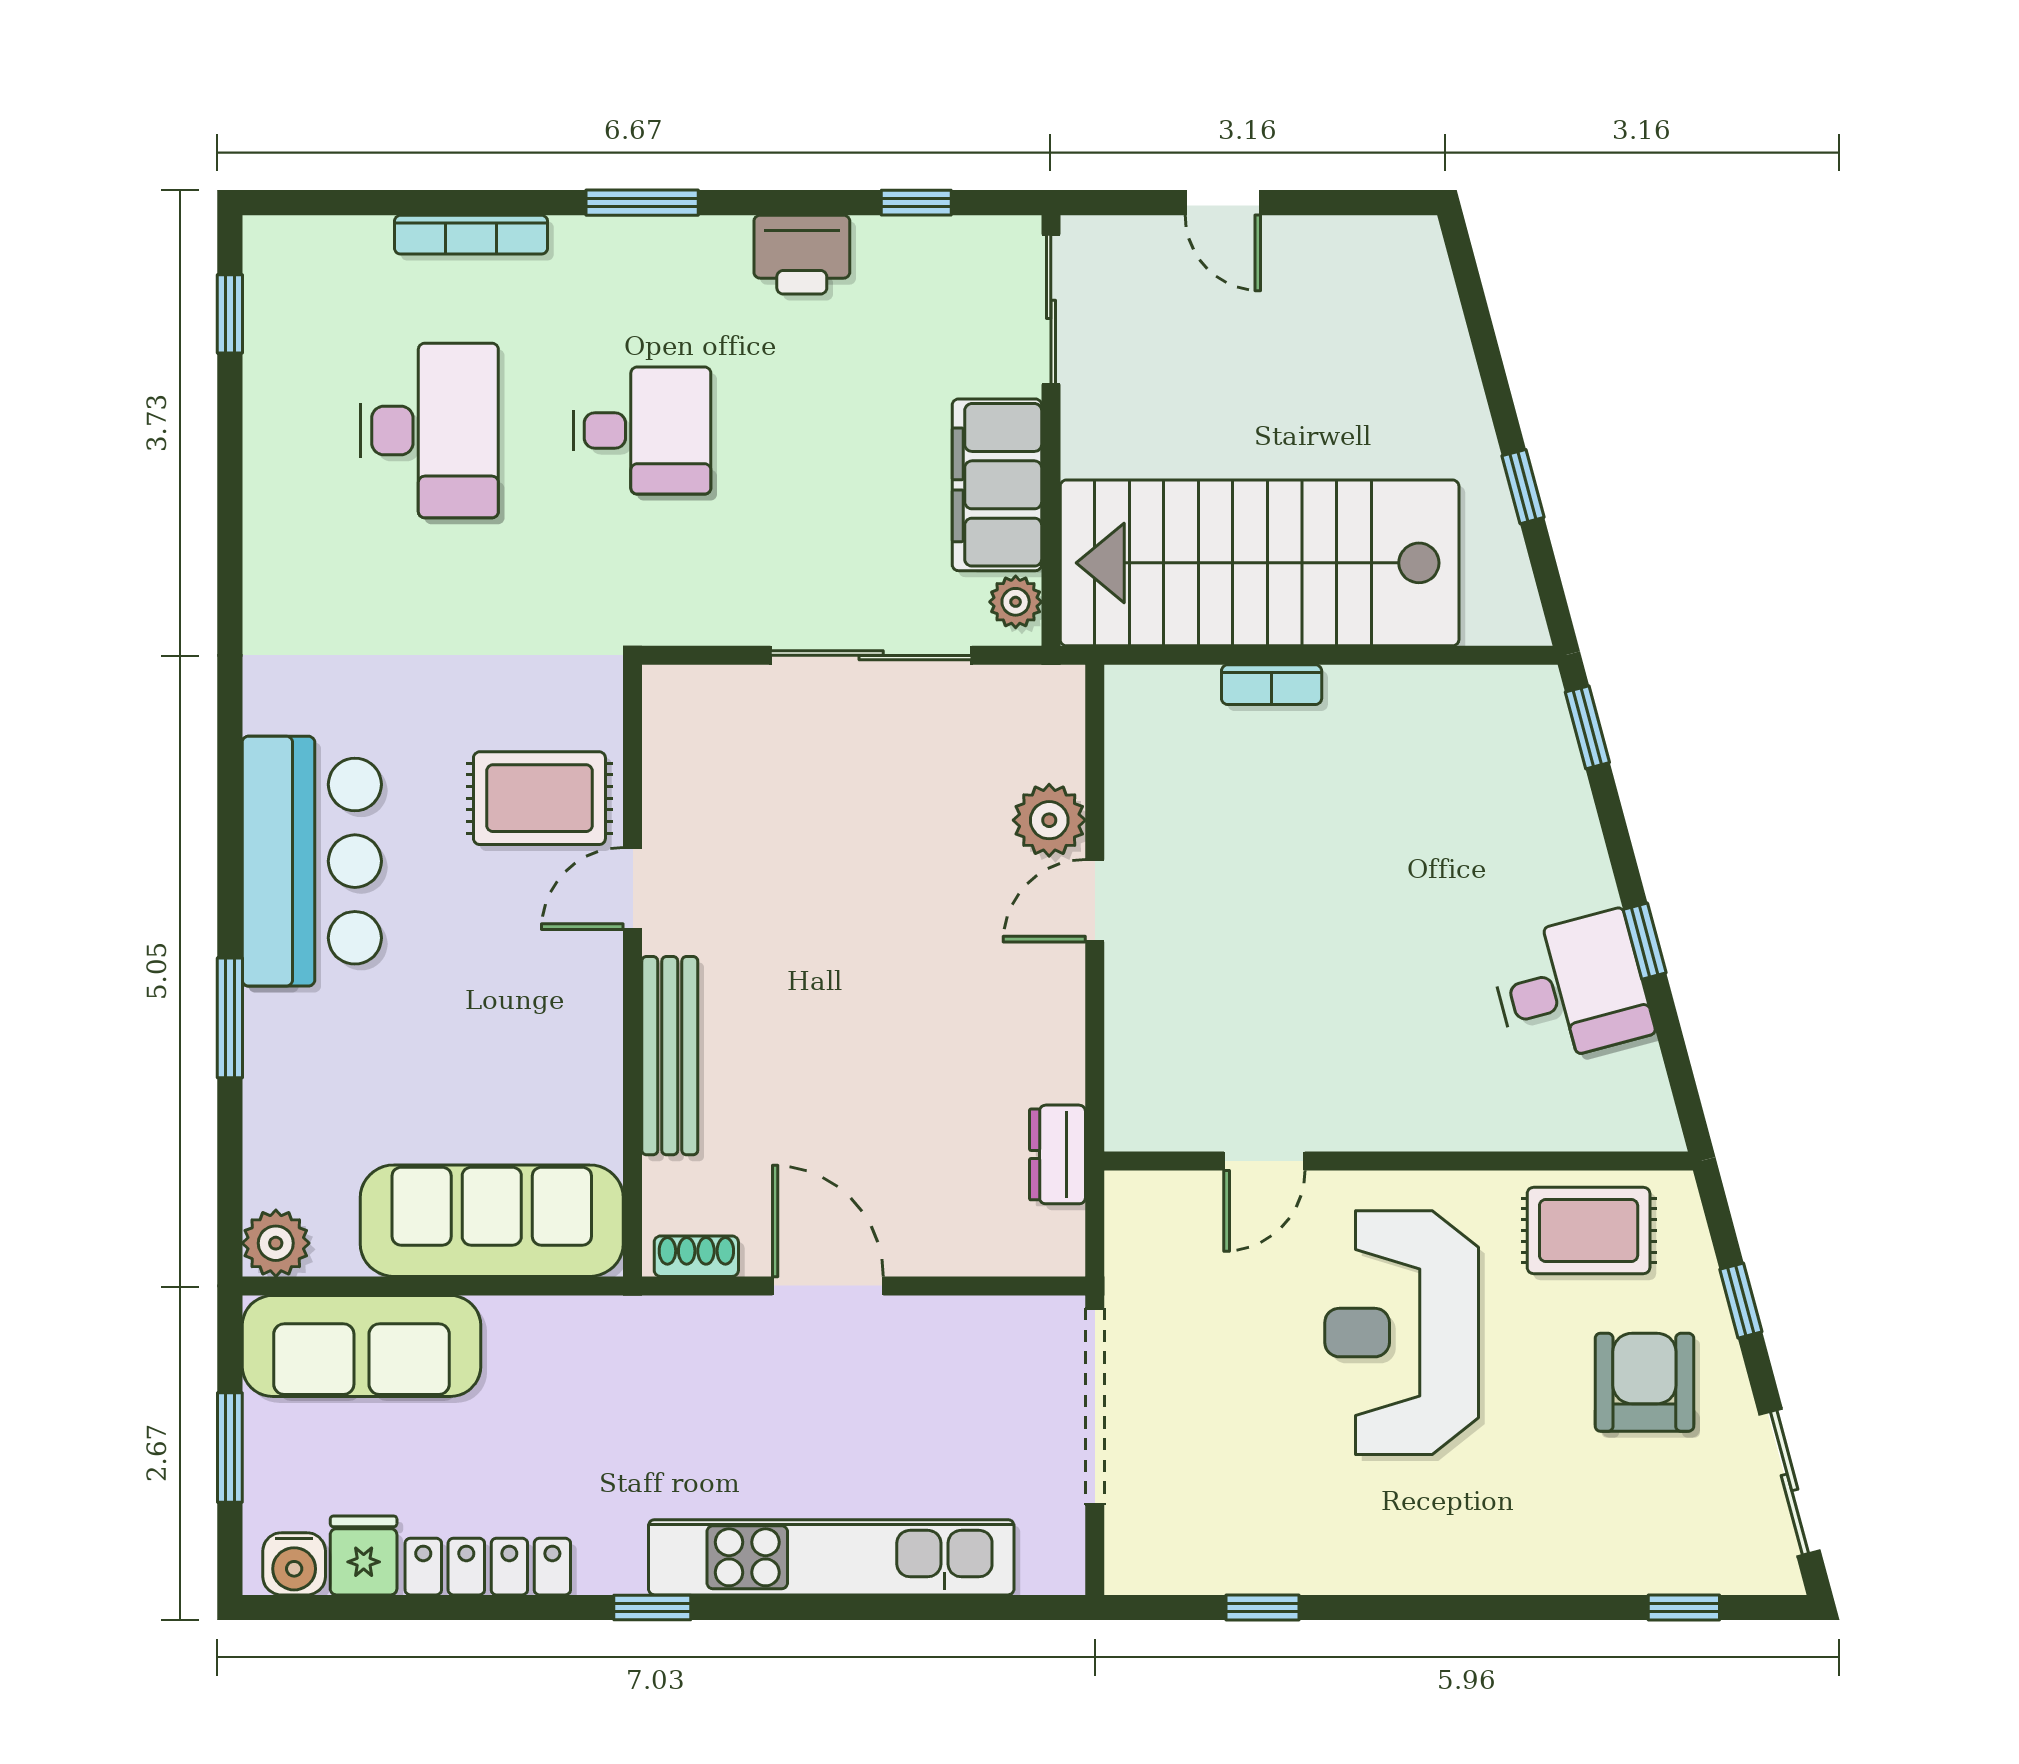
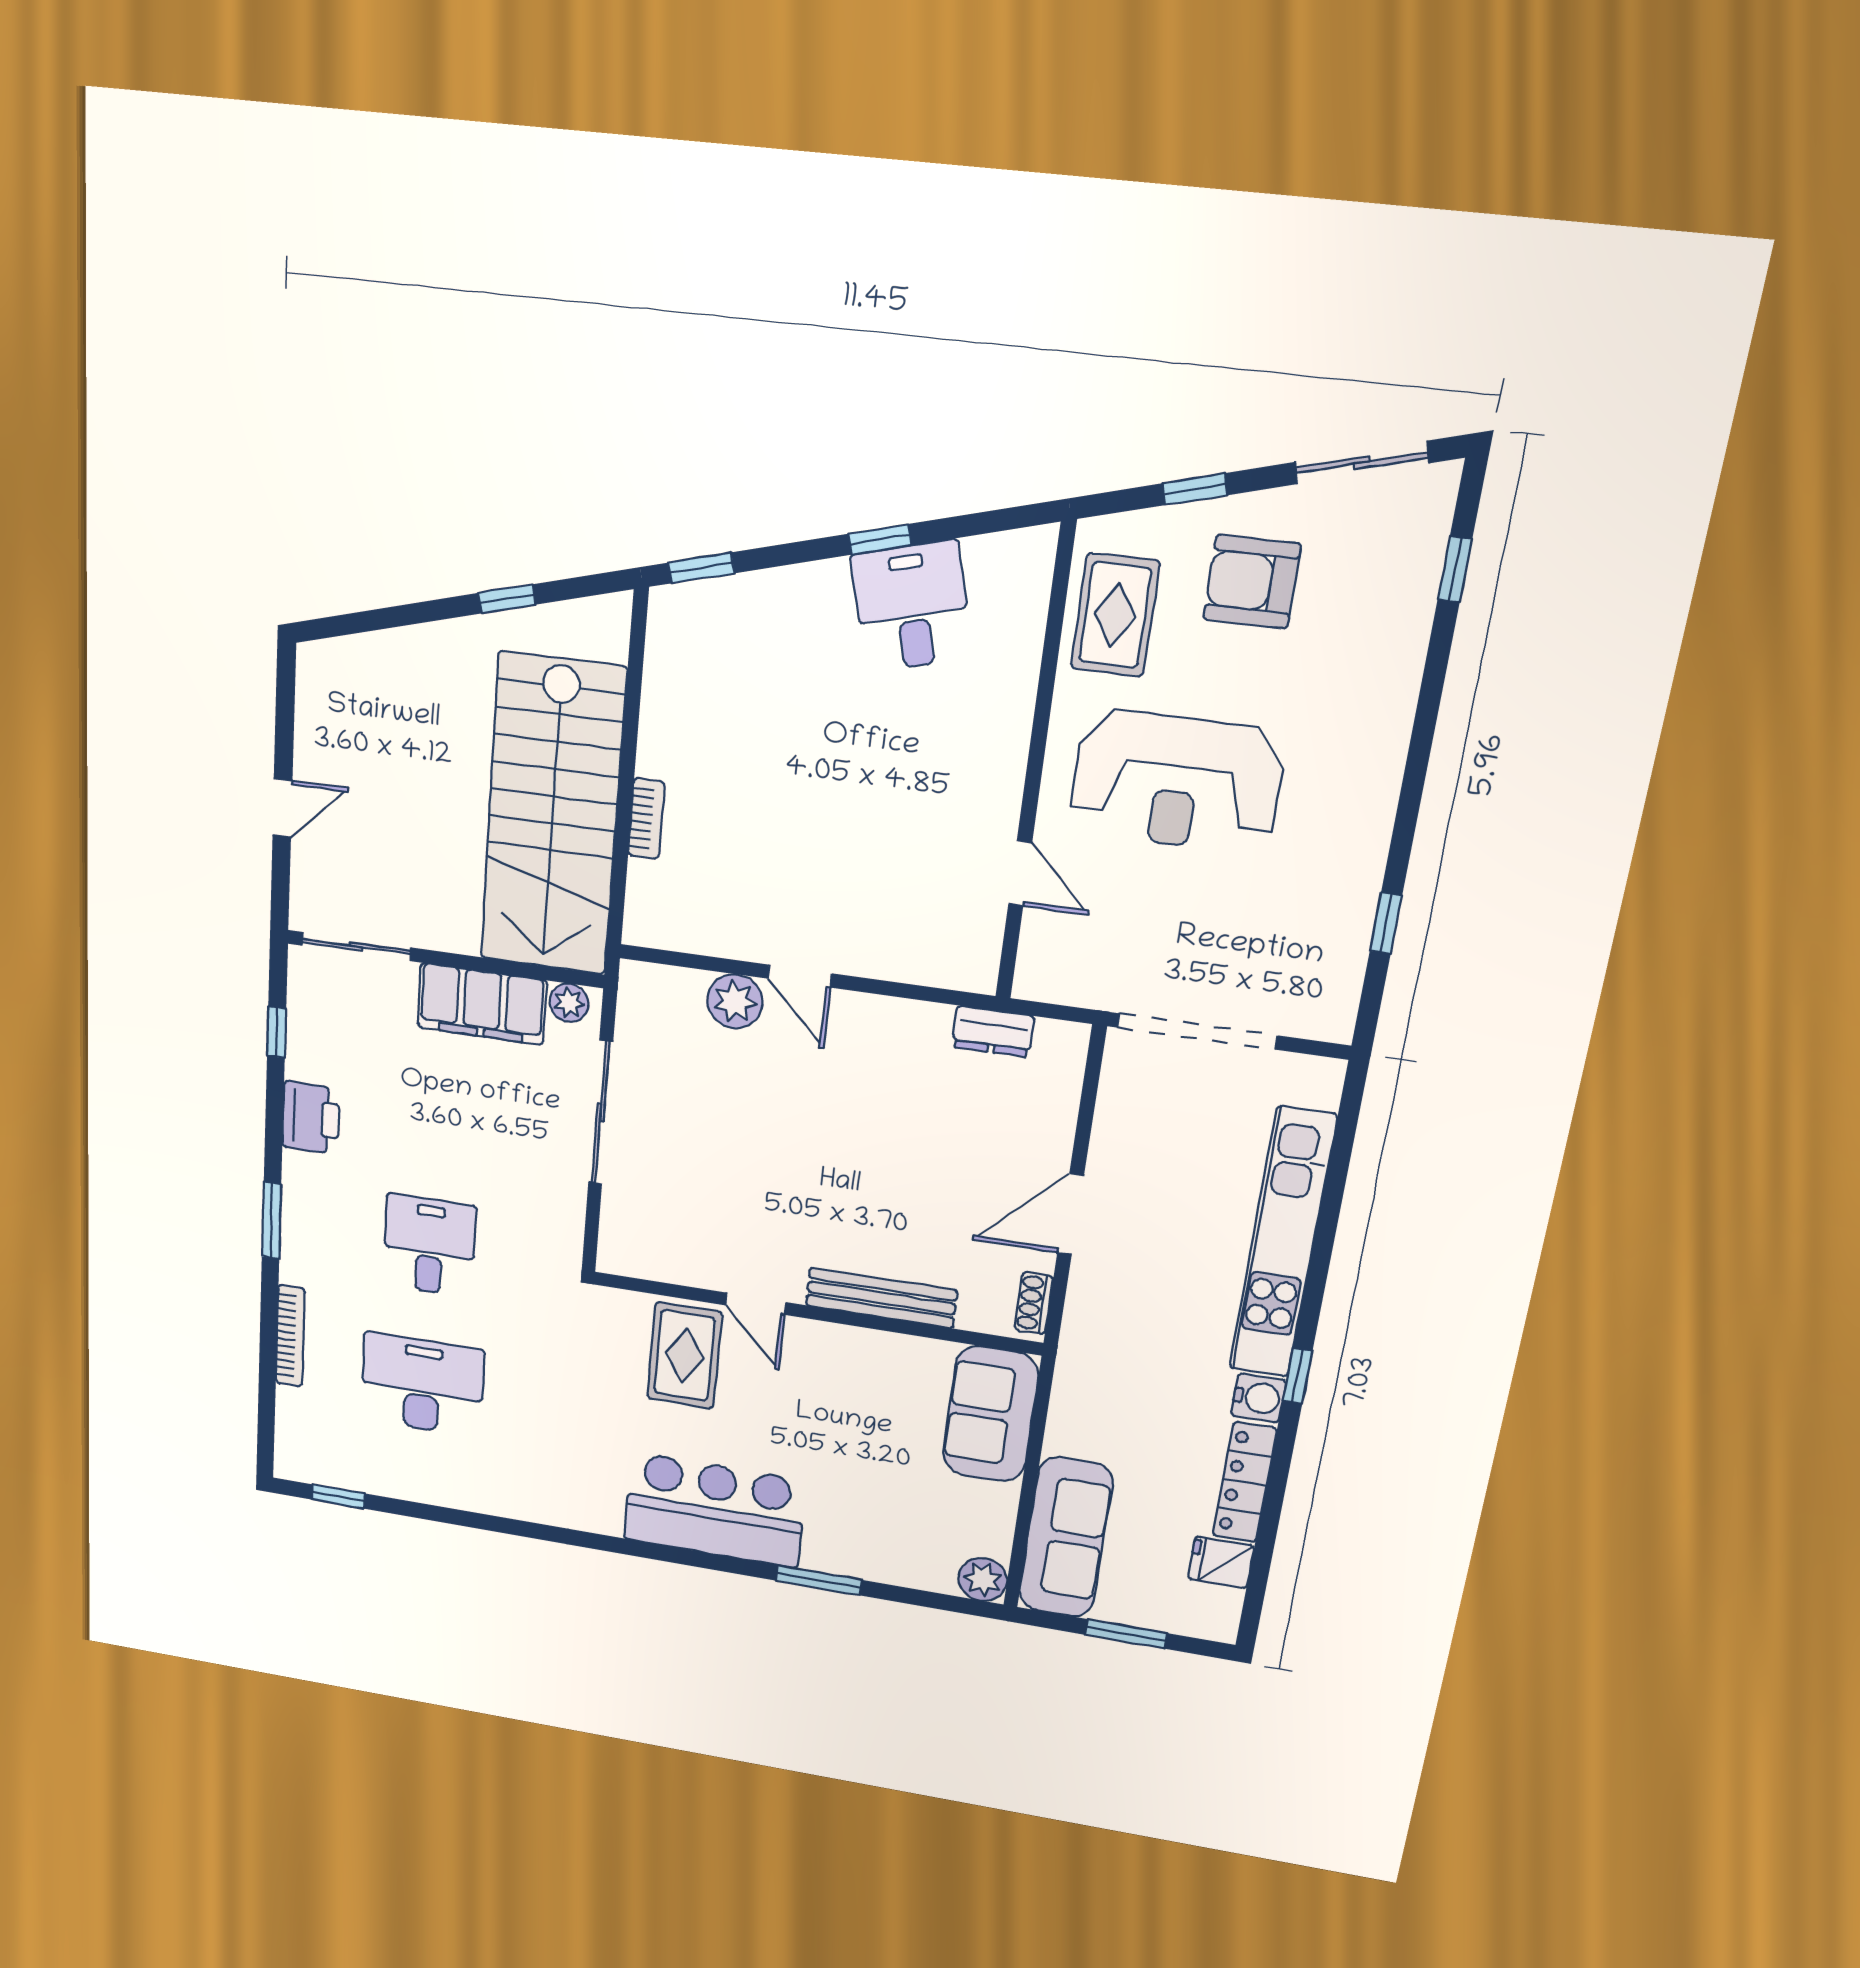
sofa: (492, 1221) -> (990, 1414), width x0.73
water cooler: (294, 1564) -> (1259, 1398), moved

